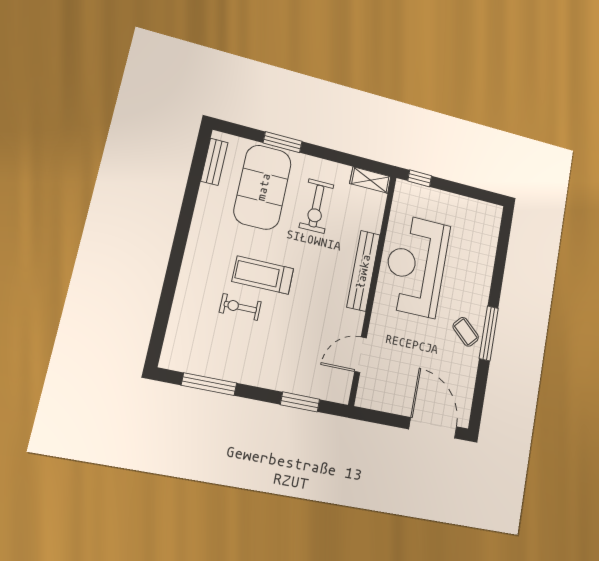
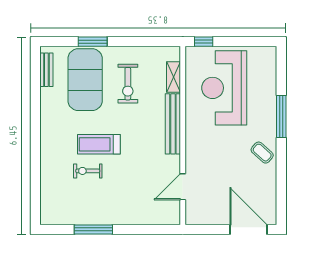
shelving: (370, 180) -> (173, 77), moved, turned 90
reception desk: (416, 266) -> (224, 88), moved
window: (489, 333) -> (281, 116), moved
window: (209, 384) -> (93, 229), moved
window: (300, 402) -> (145, 229), removed

